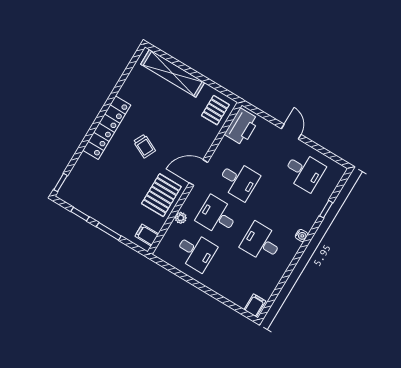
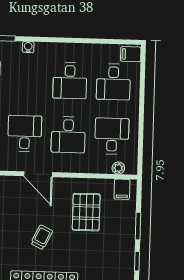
pallet: (161, 195) -> (86, 212), moved, turned 90
plant: (181, 218) -> (118, 168), moved
water cooler: (302, 235) -> (28, 47), moved
desk: (240, 278) -> (113, 82), added

